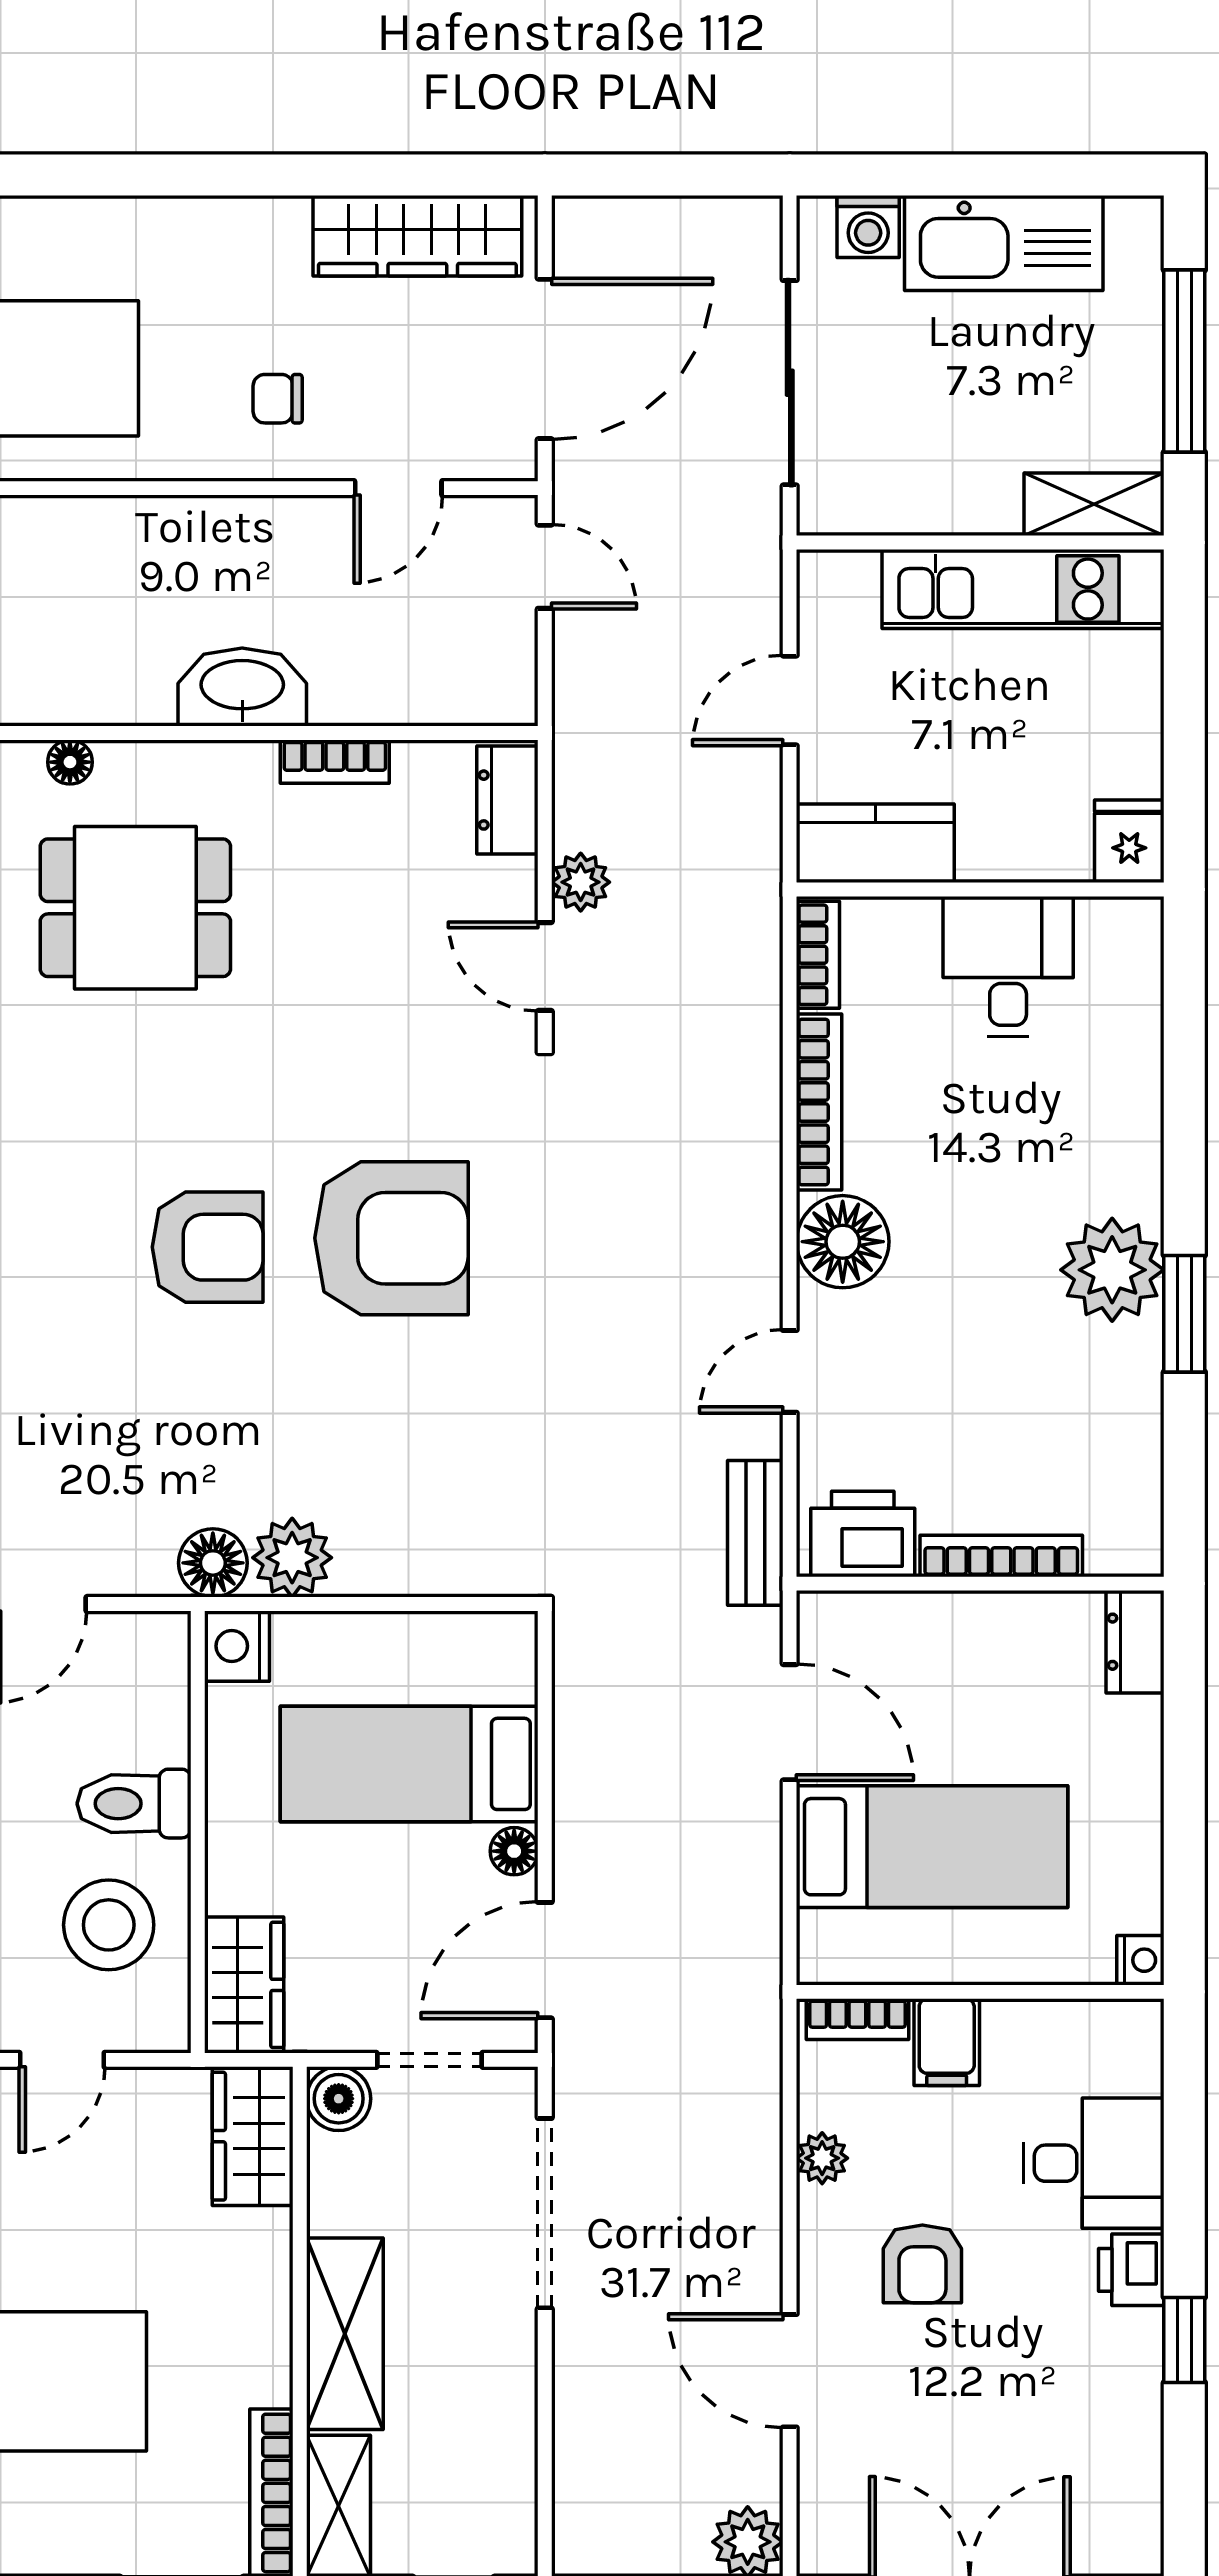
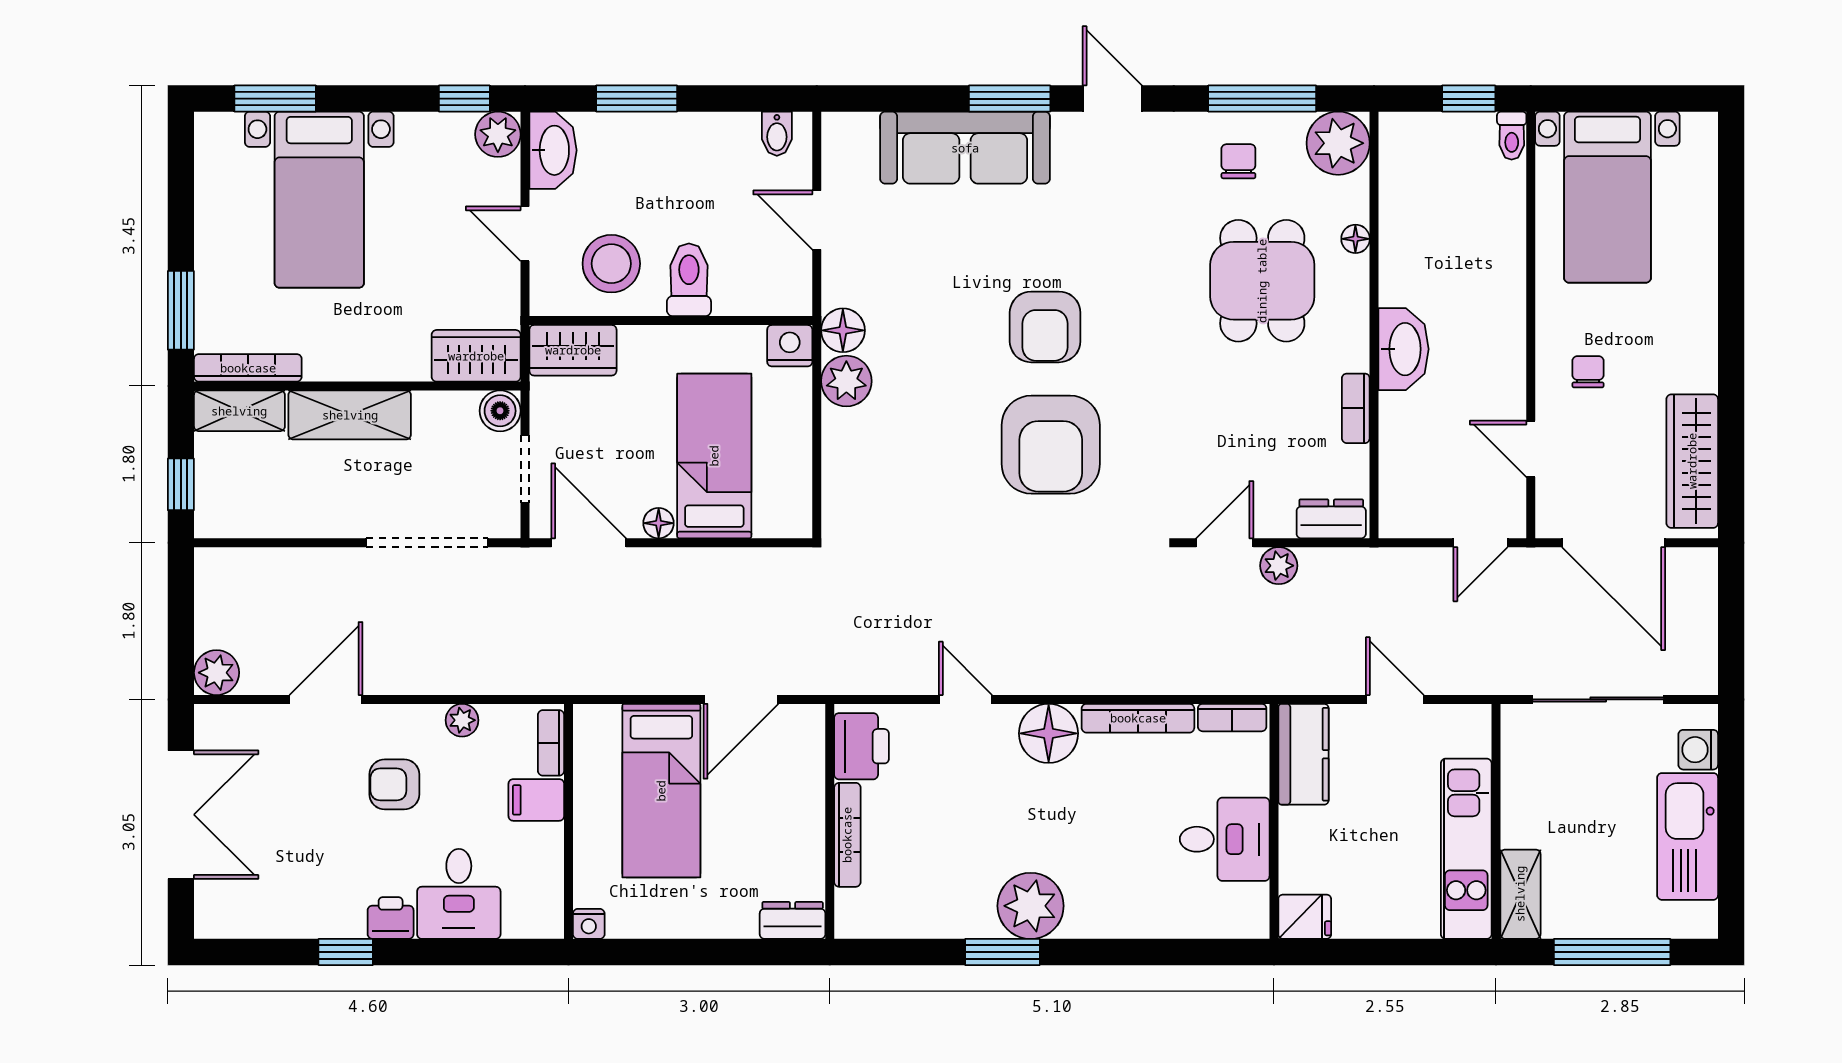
bench: (755, 1533) -> (862, 677), removed

